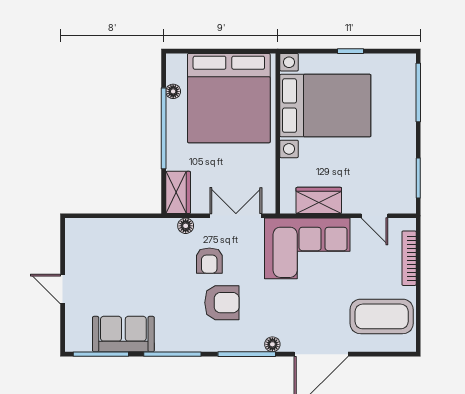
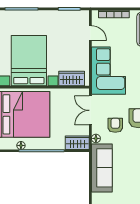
wardrobe: (319, 200) -> (72, 79), moved, turned 90
door: (374, 216) -> (90, 33), hinge flipped
sofa: (133, 236) -> (102, 168), added
armchair: (209, 261) -> (115, 125), turned -90

